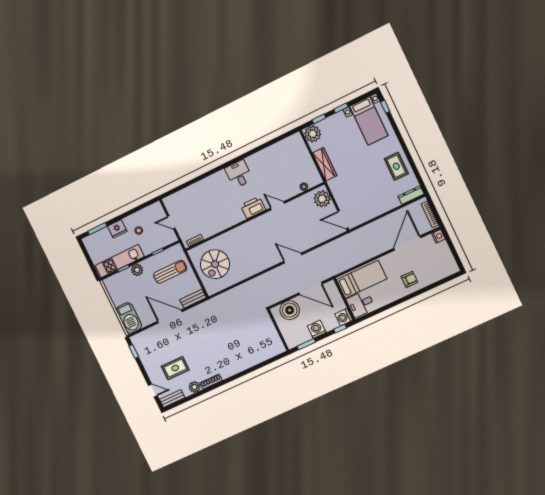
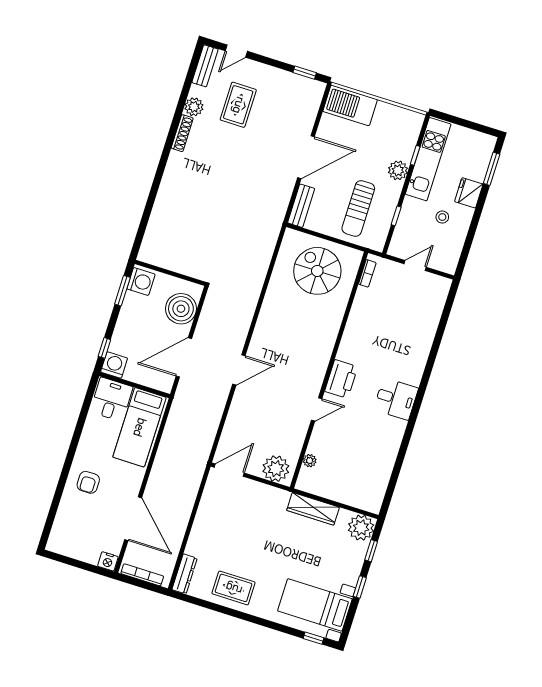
washing machine: (317, 329) -> (141, 282), moved

